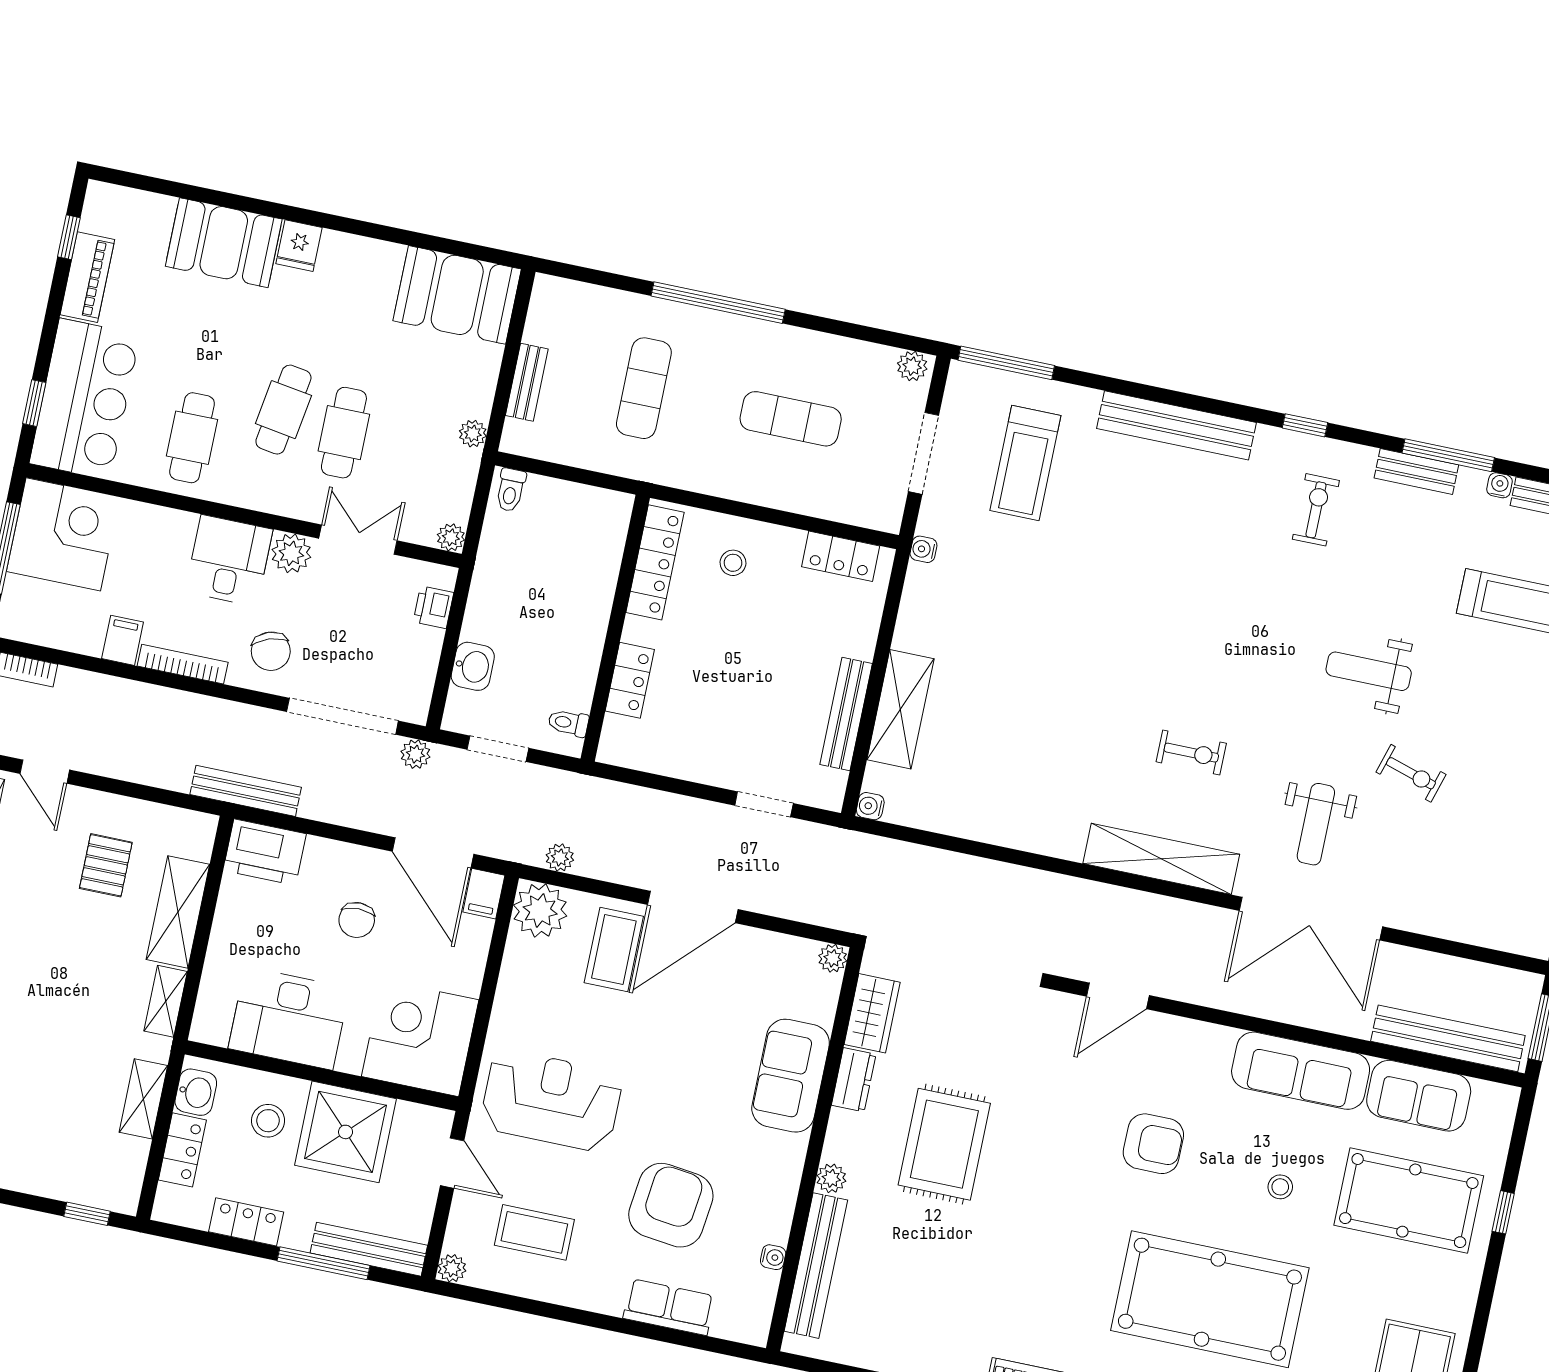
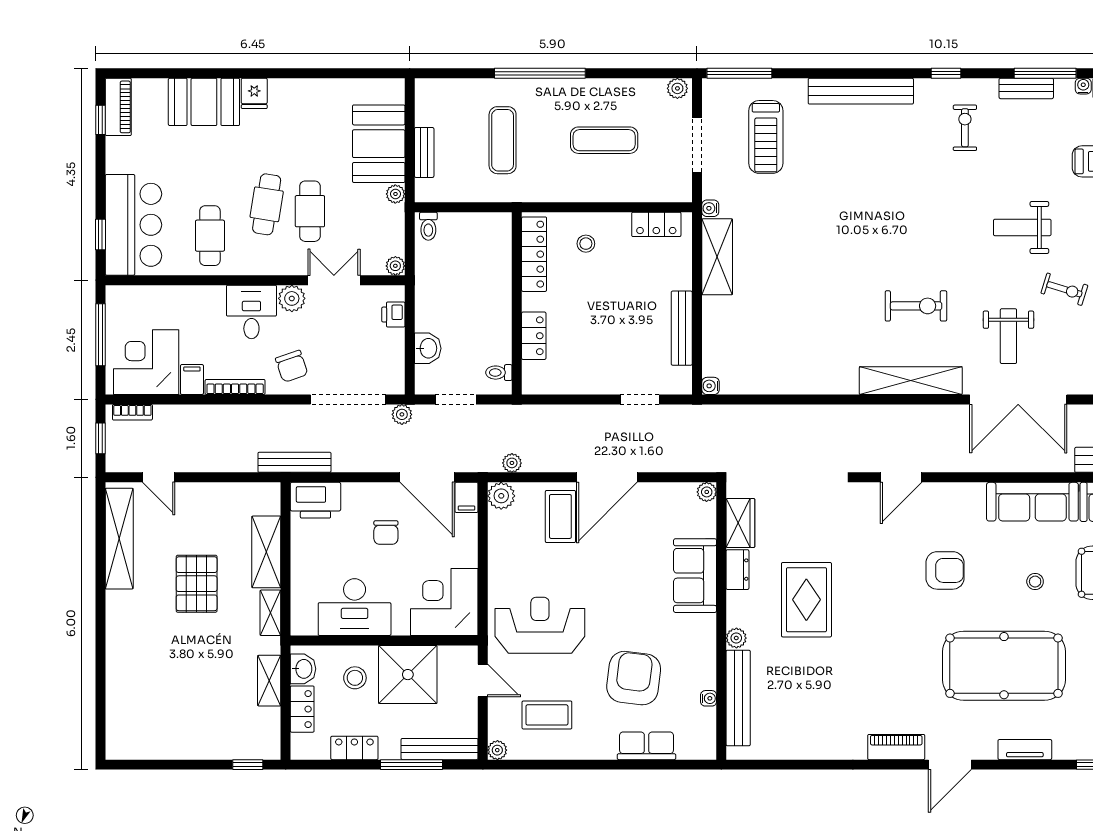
piano: (87, 277) -> (118, 107), moved
booth: (457, 295) -> (379, 144), moved, turned 90
corner desk: (63, 534) -> (146, 362), moved, turned -90
shelving: (900, 709) -> (717, 257), moved
exercise bike: (1191, 753) -> (916, 306), width x1.38, depth x1.39
pallet: (106, 865) -> (197, 584), moved, width x1.50, depth x1.42
plant: (540, 910) -> (501, 496), width x0.73, depth x0.73

